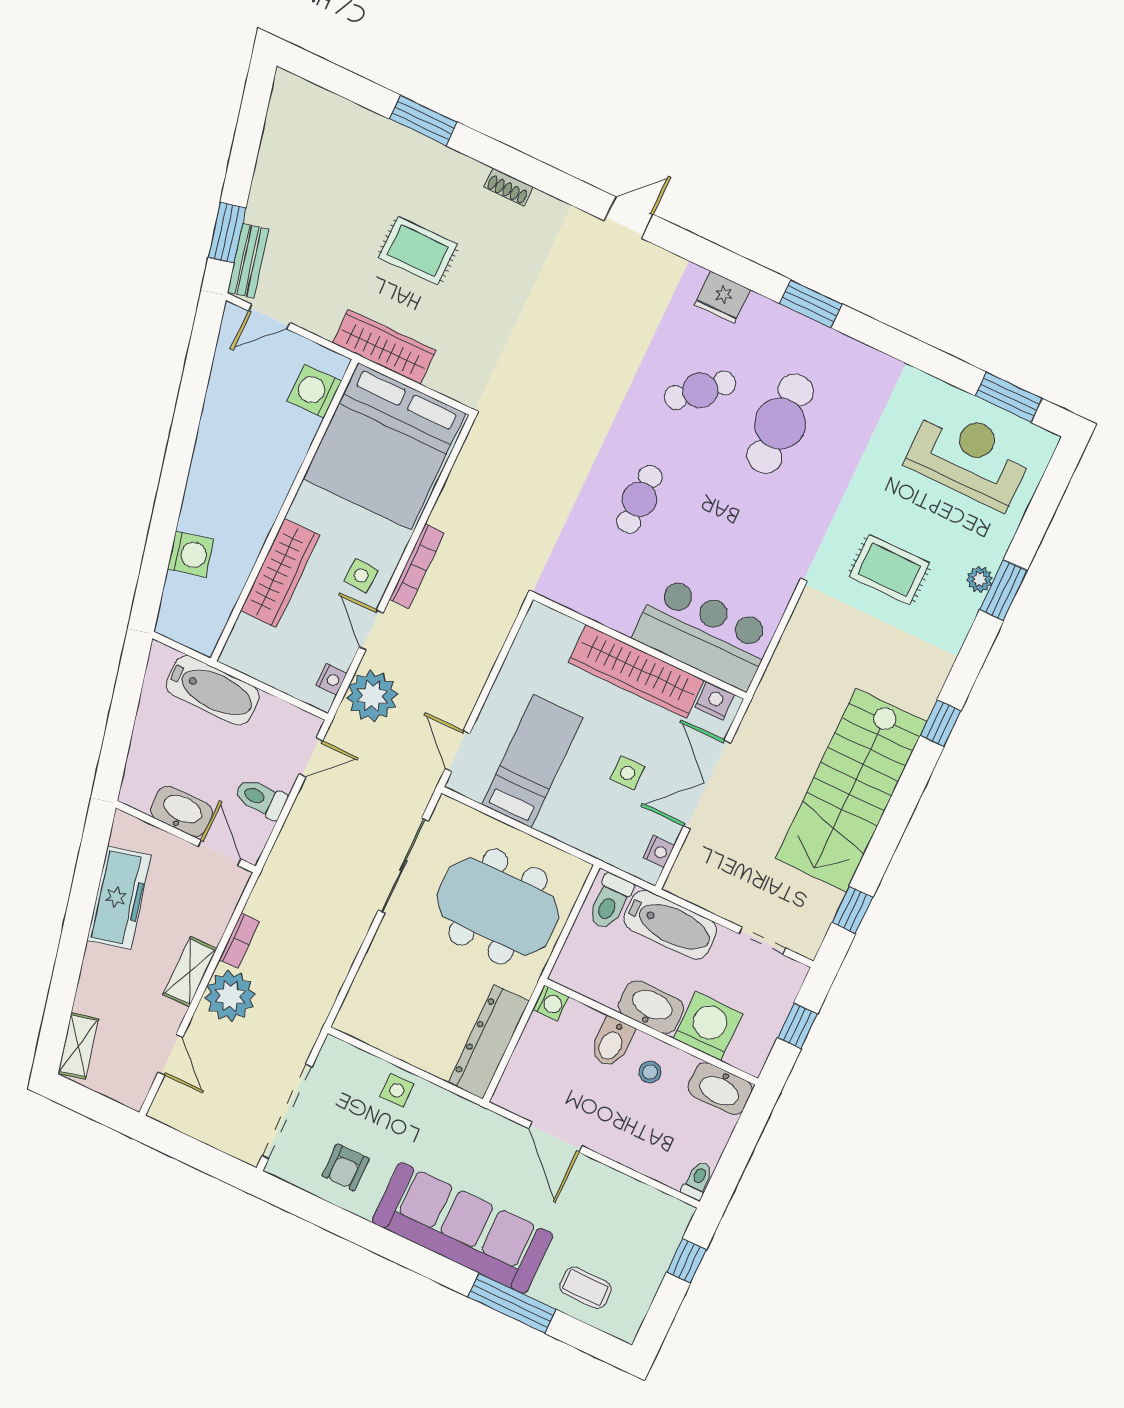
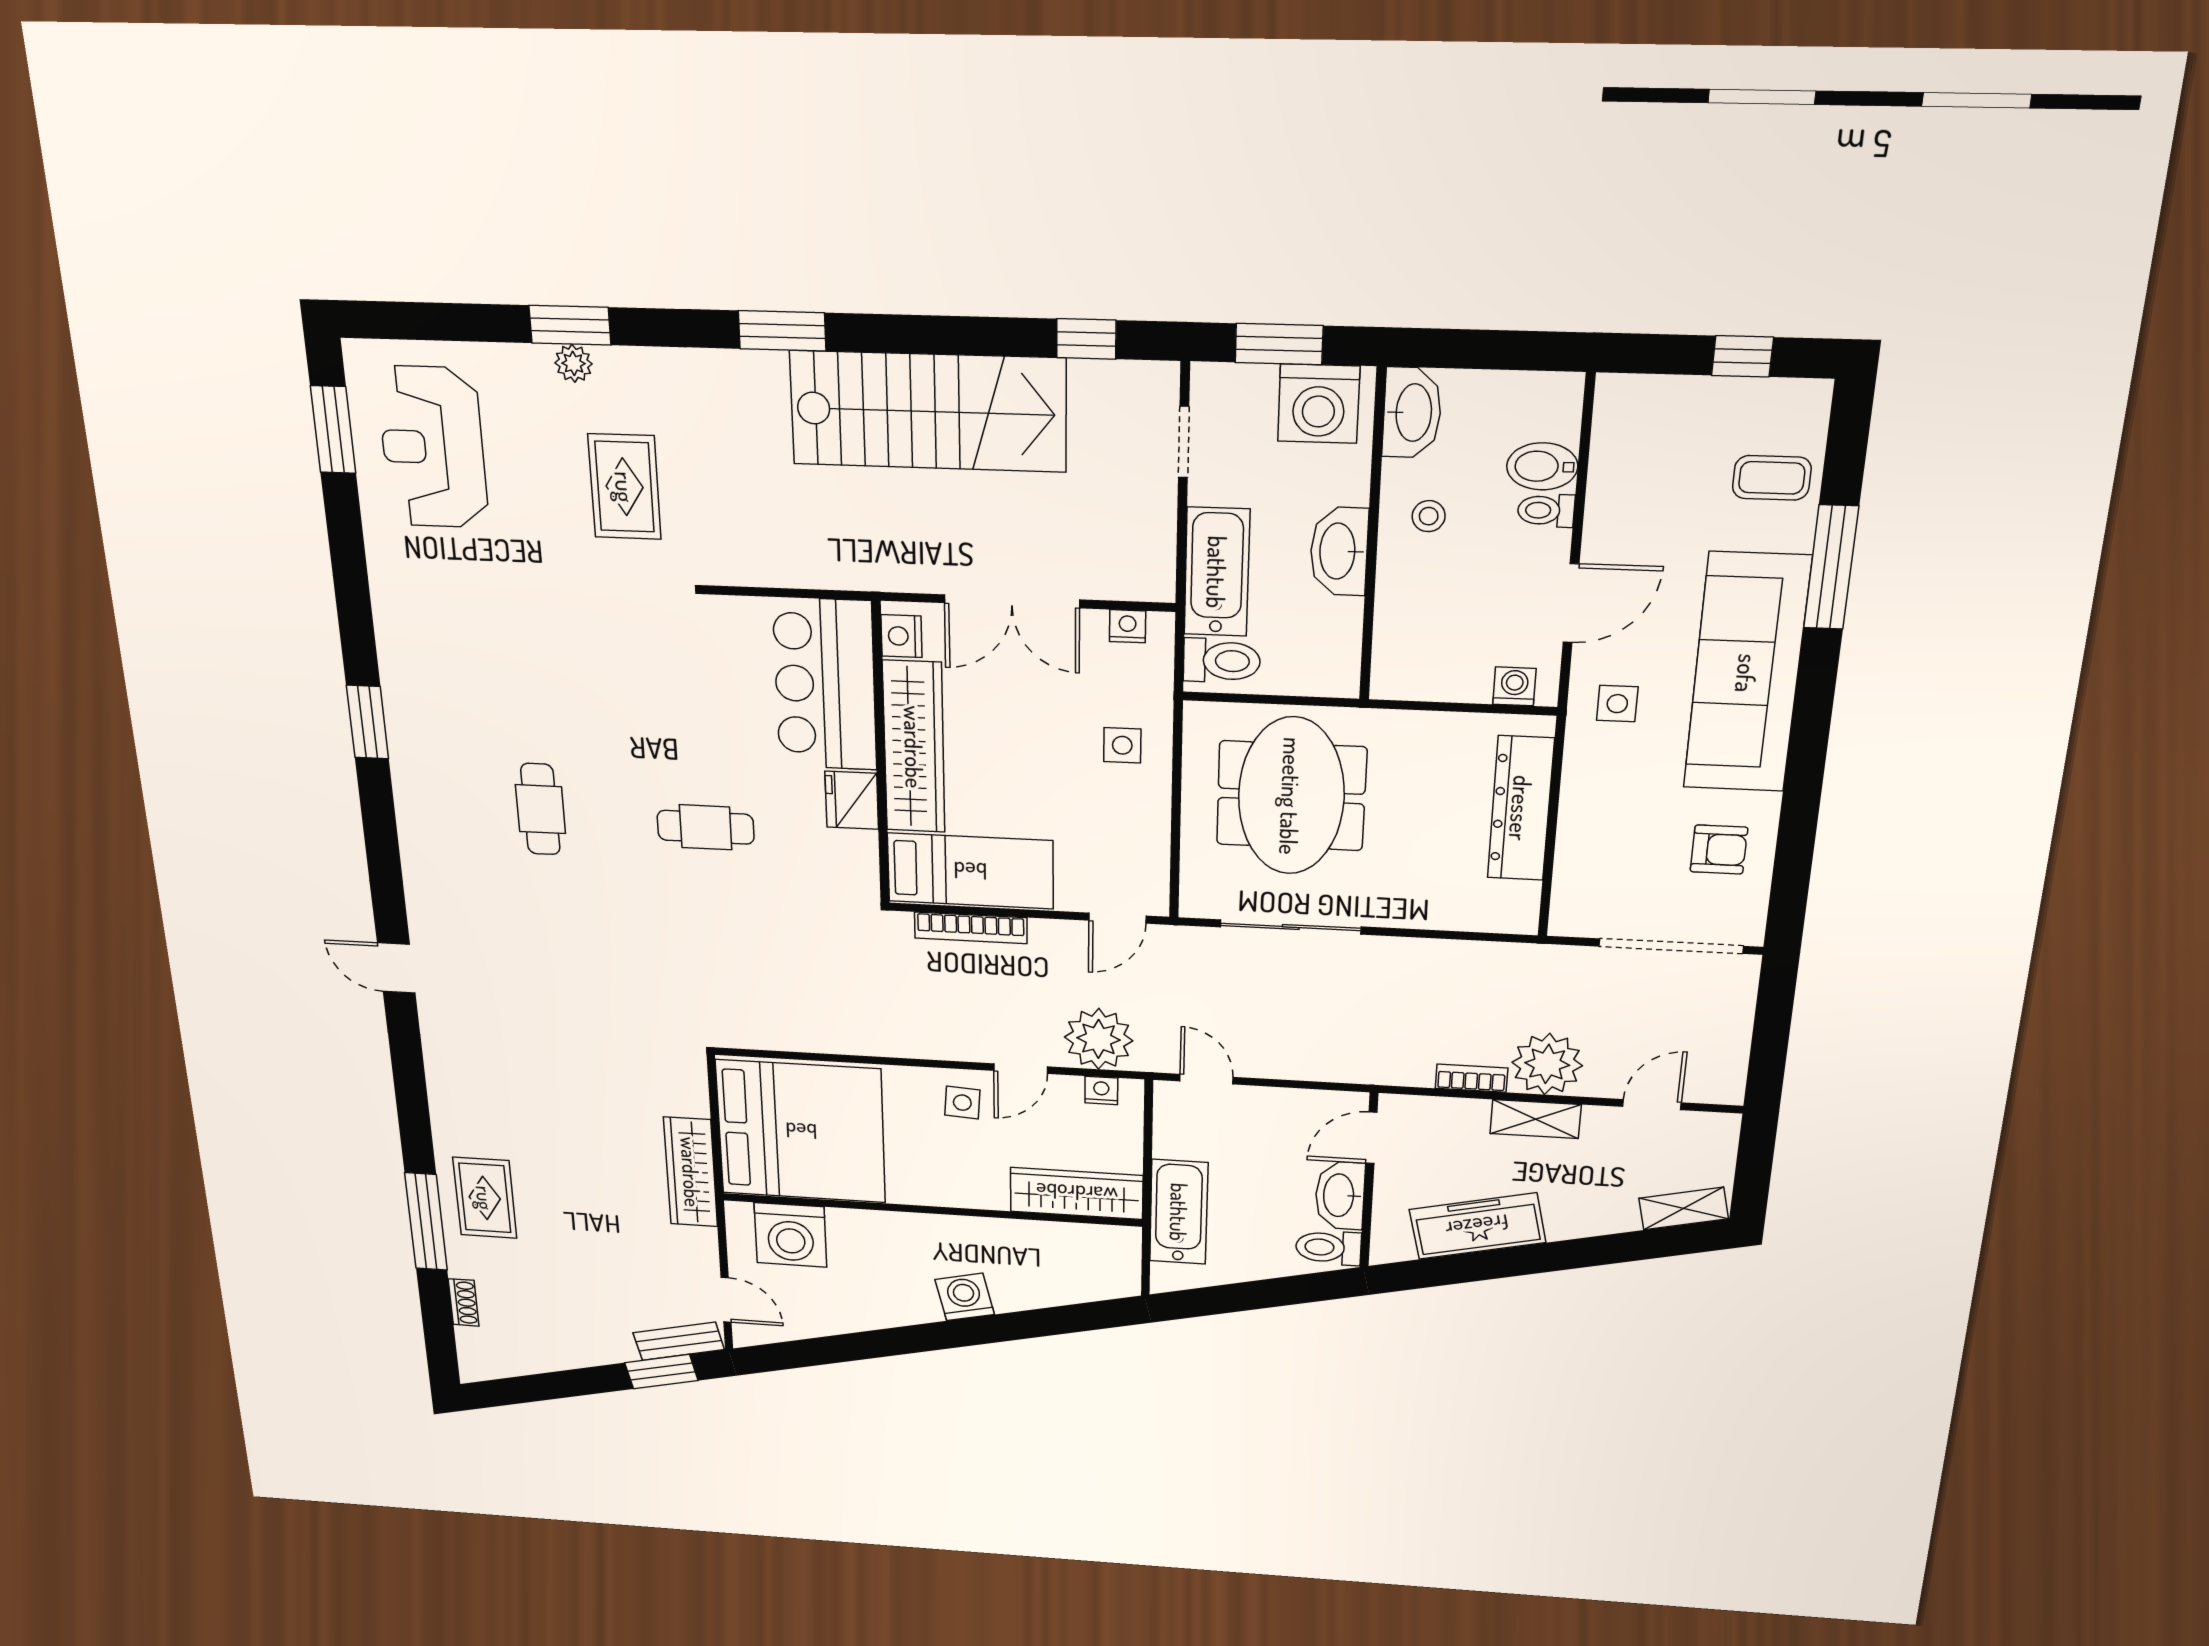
window: (423, 120) -> (426, 1222), width x1.44
shoe rack: (508, 187) -> (464, 1302), moved
rug: (418, 251) -> (485, 1198), moved
fridge: (722, 297) -> (852, 800), moved, turned 180
cafe table: (700, 390) -> (540, 809), turned 42
washing machine: (314, 391) -> (790, 1235), width x1.37, depth x1.37
cafe table: (780, 424) -> (525, 699), removed
washing machine: (191, 554) -> (965, 1297), moved
bookcase: (417, 566) -> (971, 928), moved, turned 180
wardrobe: (280, 573) -> (1077, 1193), moved
window: (941, 723) -> (782, 331), width x1.50
bed: (532, 761) -> (970, 871), moved, turned 180
side table: (628, 773) -> (1122, 745), moved
toilet: (261, 798) -> (1328, 1248), moved, turned 90
washing machine: (551, 1003) -> (1514, 686), moved
washing machine: (708, 1026) -> (1319, 404), moved, turned -90
window: (798, 1026) -> (1279, 344), width x1.50
dresser: (489, 1042) -> (1521, 808), moved, turned 90
bidet: (612, 1043) -> (1542, 466), moved, turned 180
side table: (397, 1090) -> (1617, 704), moved
toilet: (698, 1180) -> (1546, 510), moved
window: (686, 1261) -> (1742, 356), moved
coffee table: (585, 1288) -> (1772, 478), turned 90

